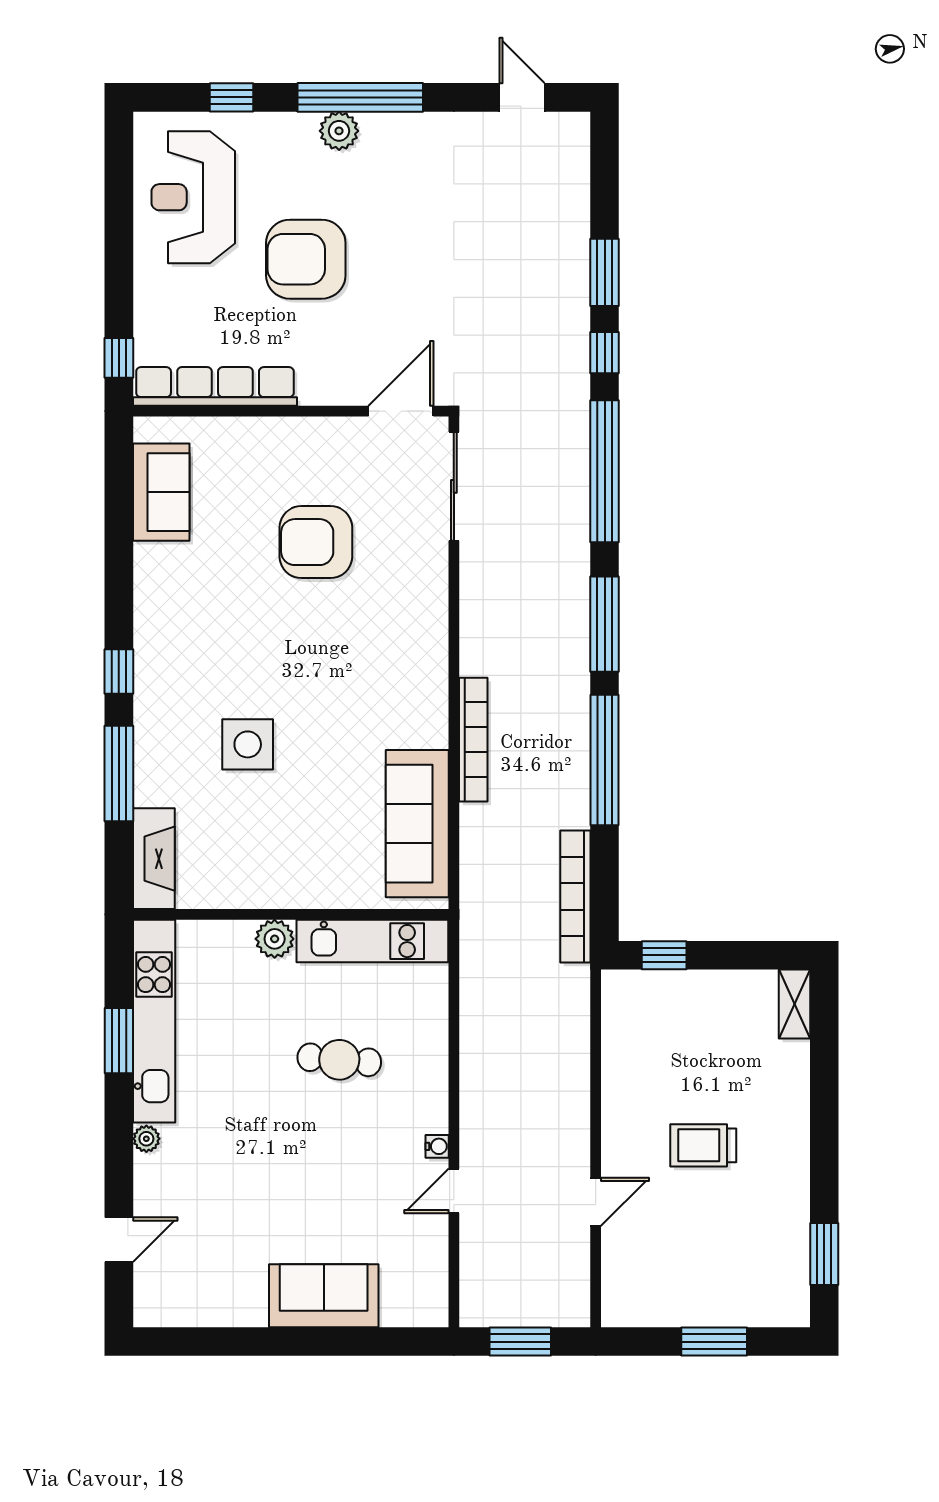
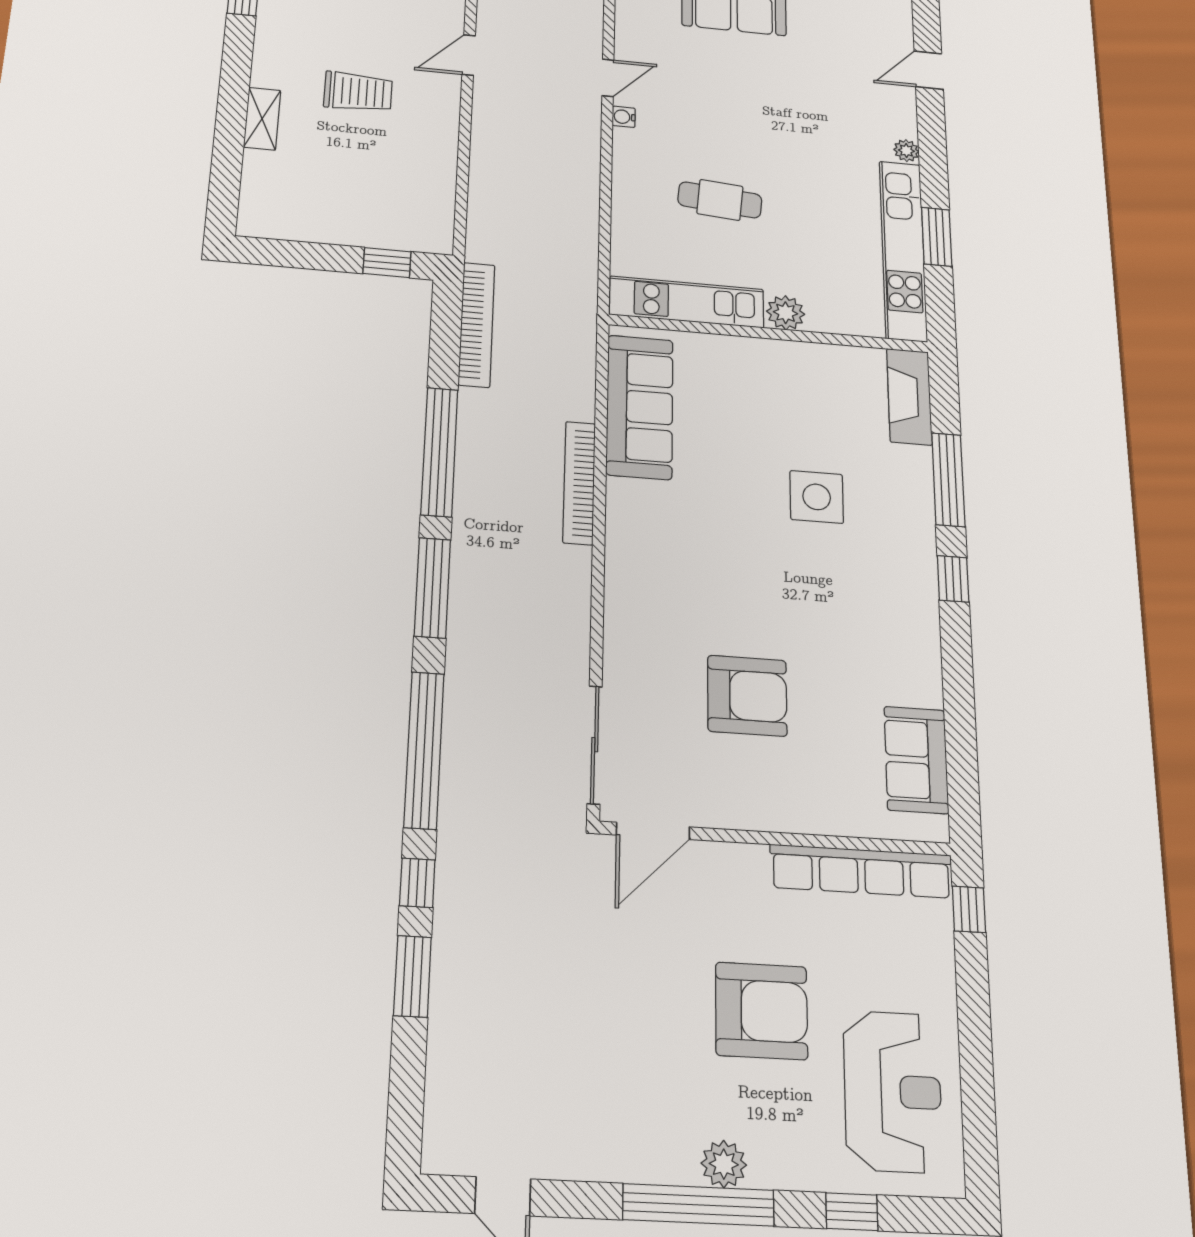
shelving: (795, 1004) -> (262, 119), moved

